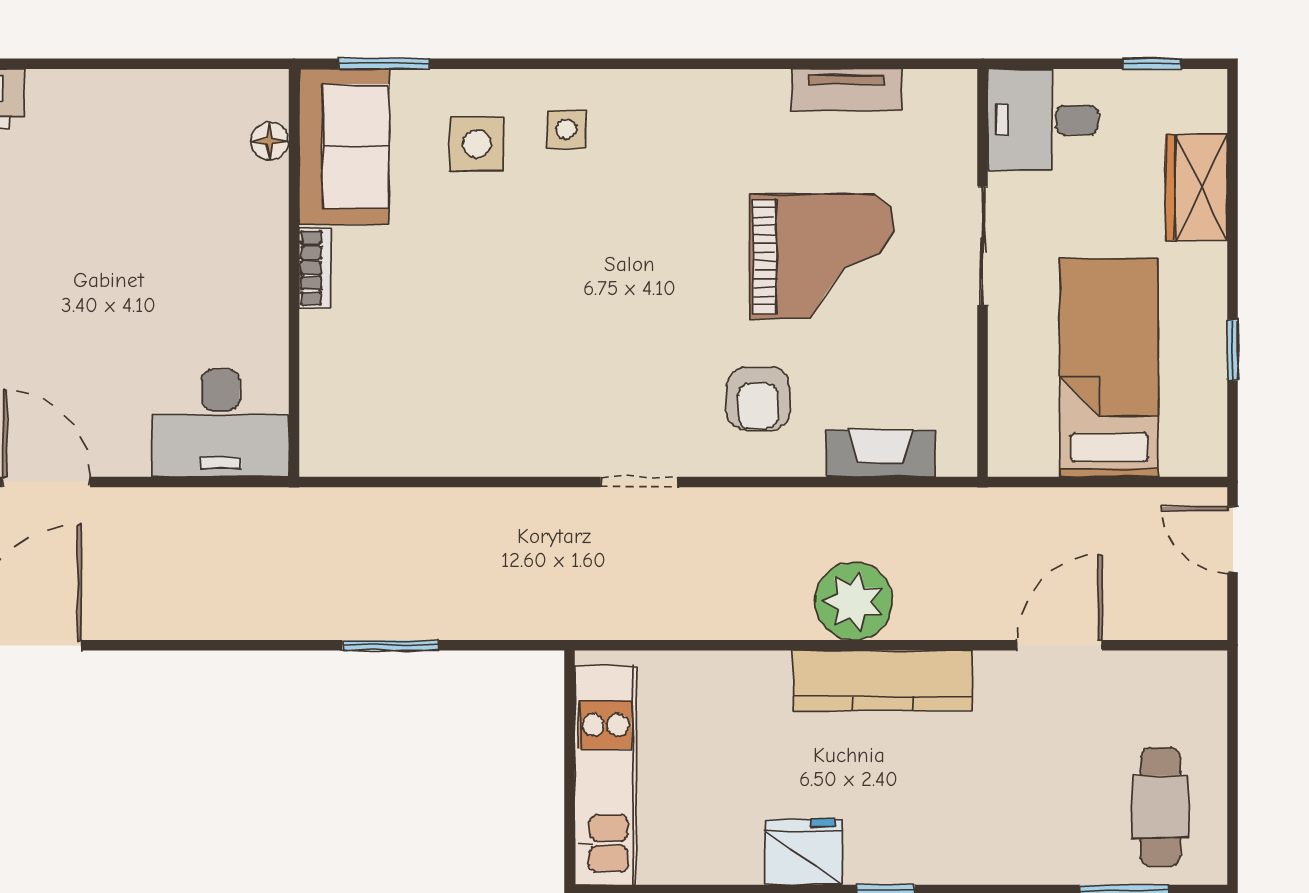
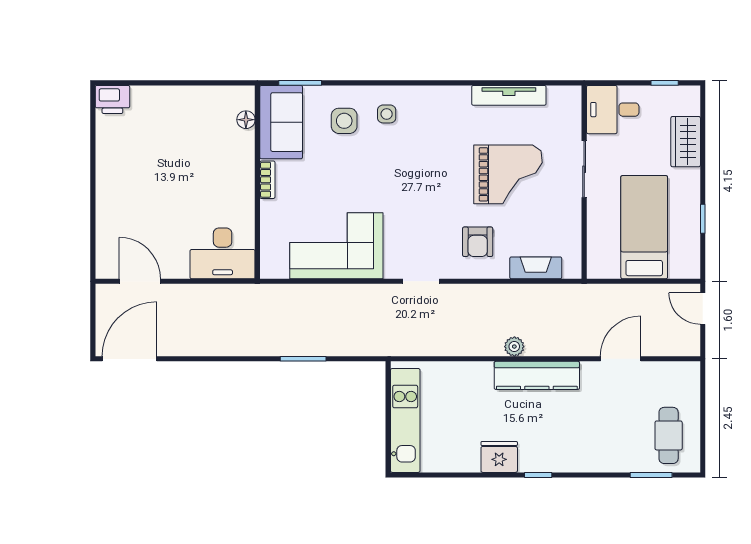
tv unit: (847, 90) -> (509, 95), width x1.41
corner sofa: (460, 407) -> (336, 246), added
plant: (853, 601) -> (514, 347), width x0.53, depth x0.53

